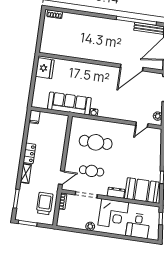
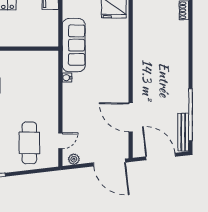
door: (142, 124) -> (60, 141), swing flipped
cafe table: (96, 142) -> (29, 143), moved

